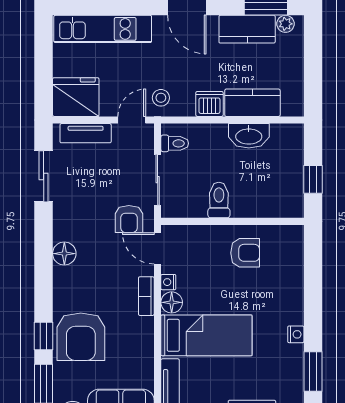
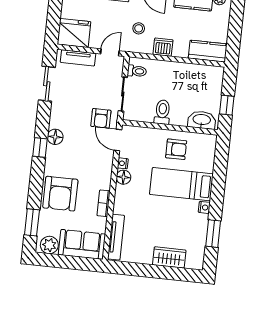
stool: (161, 98) -> (139, 28), moved
kitchen counter: (252, 103) -> (208, 51), moved
washbasin: (249, 136) -> (202, 120), moved, turned 180
bookcase: (146, 296) -> (104, 203), moved
bed: (206, 335) -> (181, 184), moved, turned 180
window: (44, 336) -> (40, 147), moved

